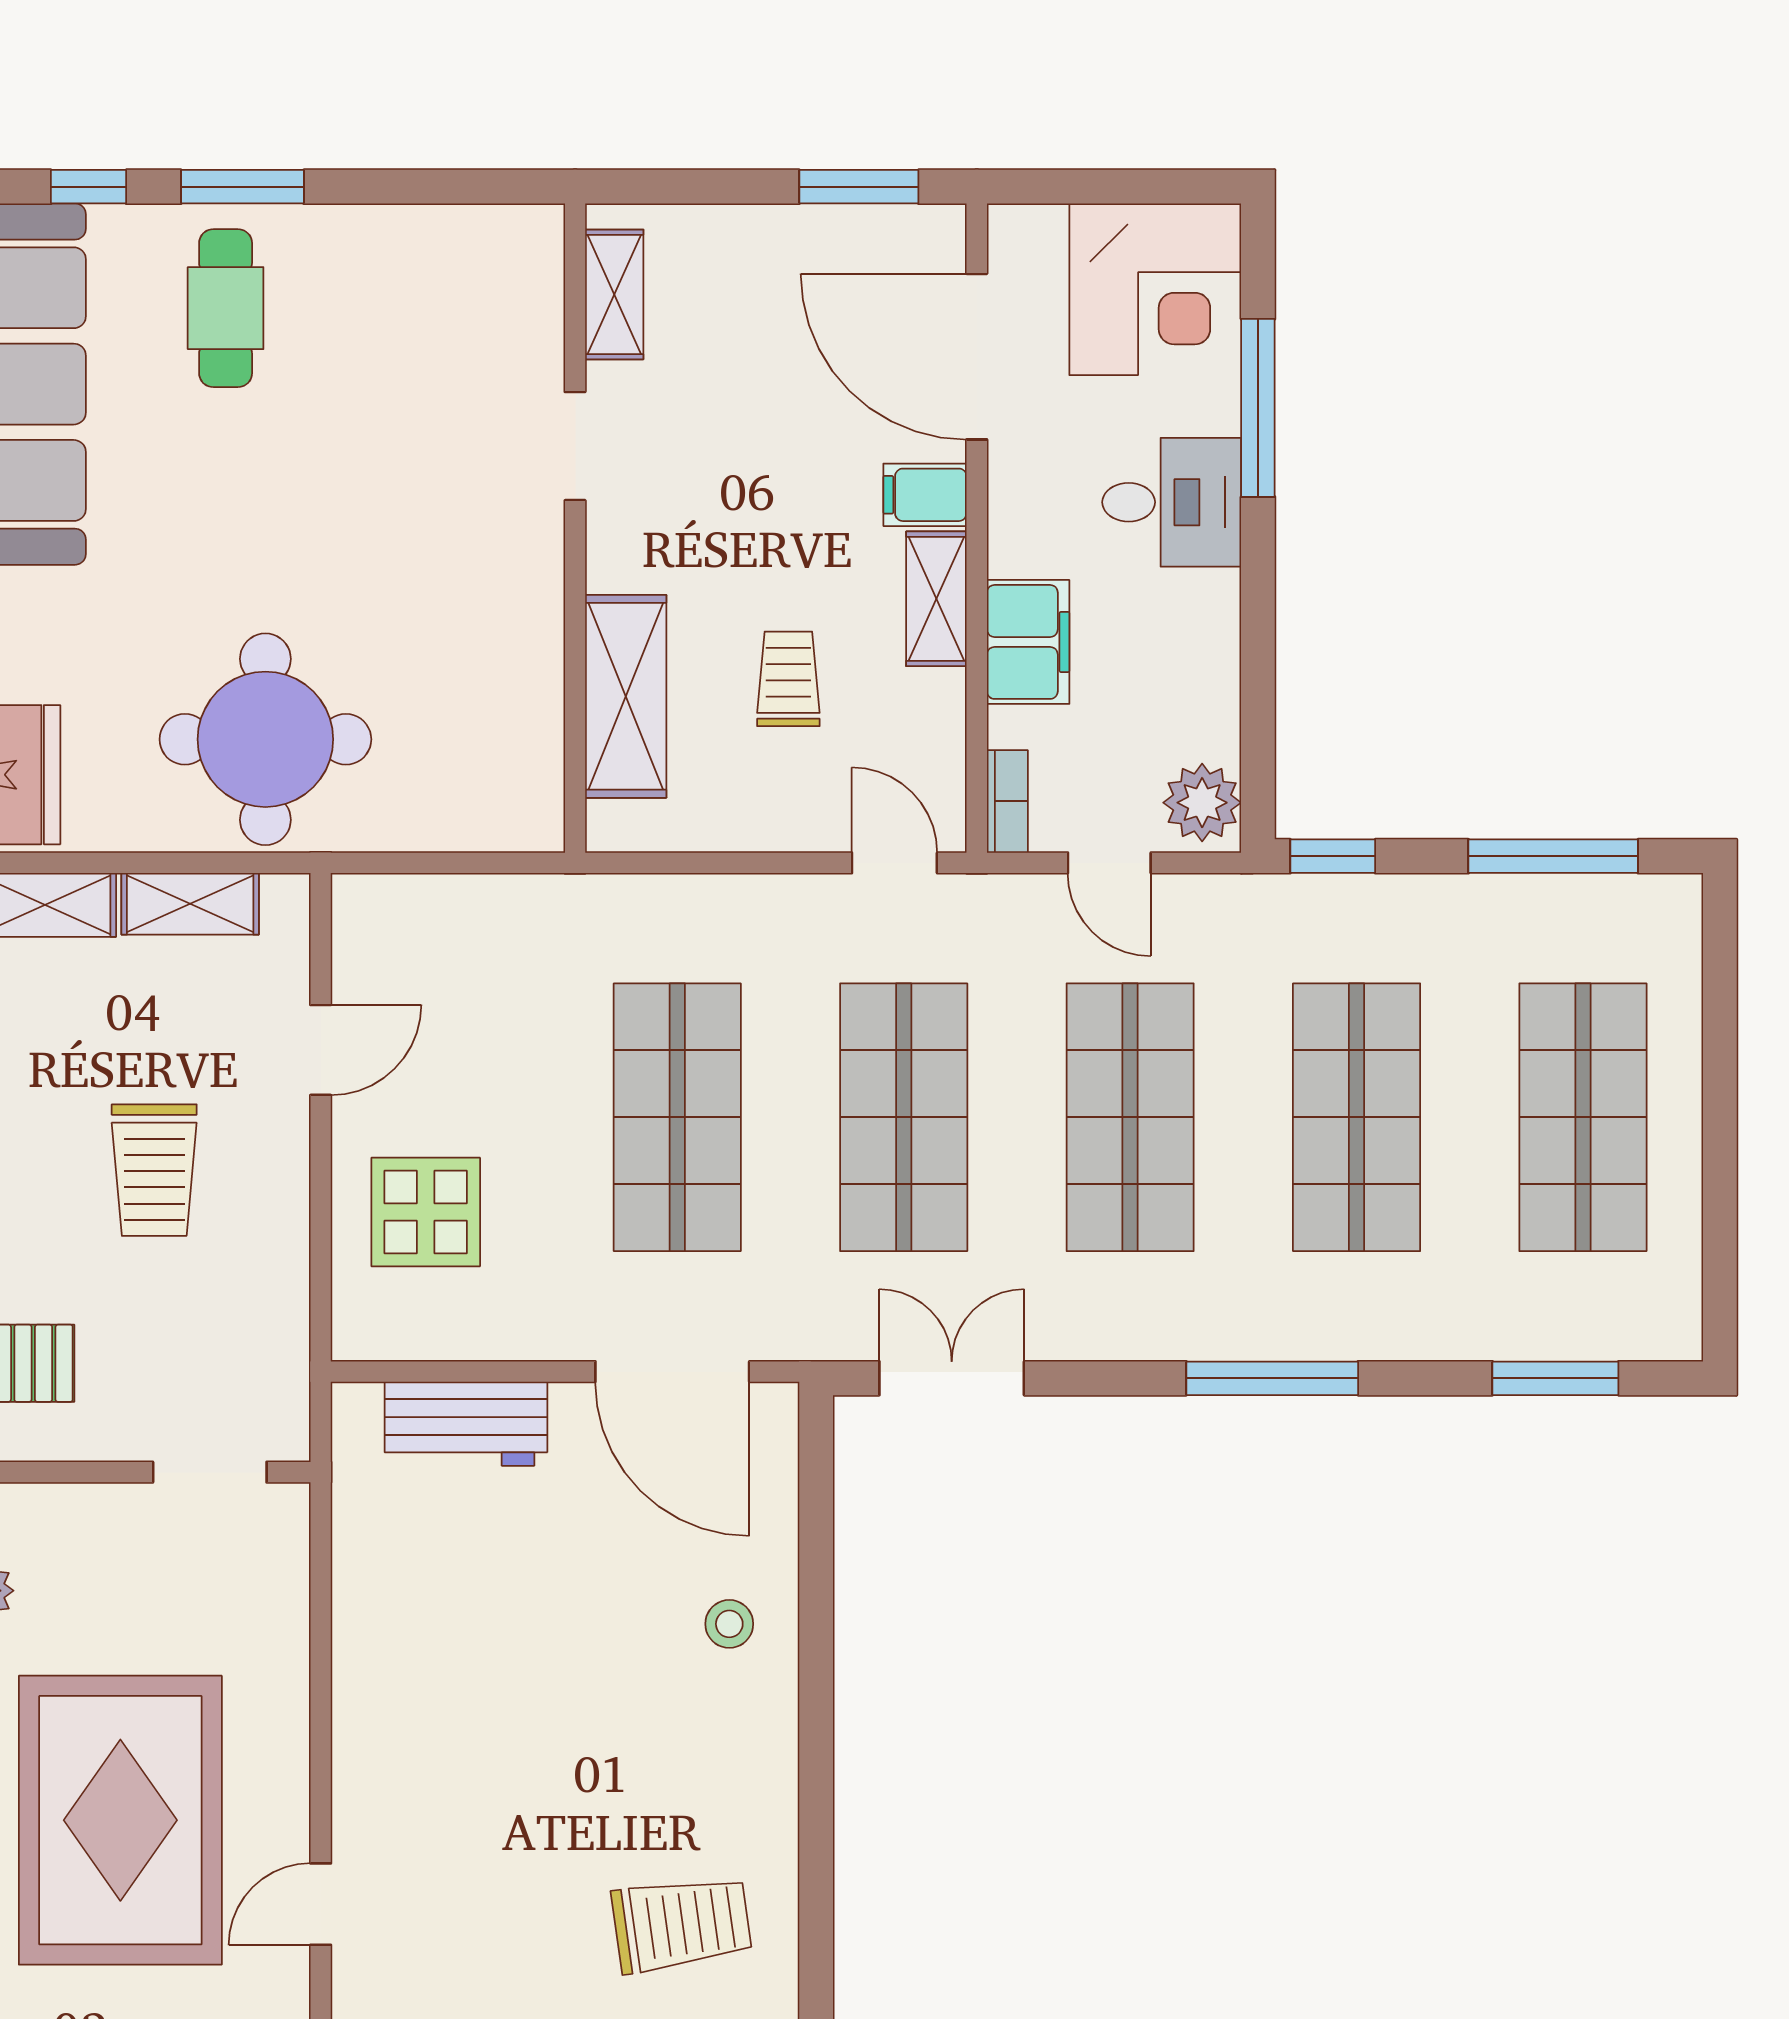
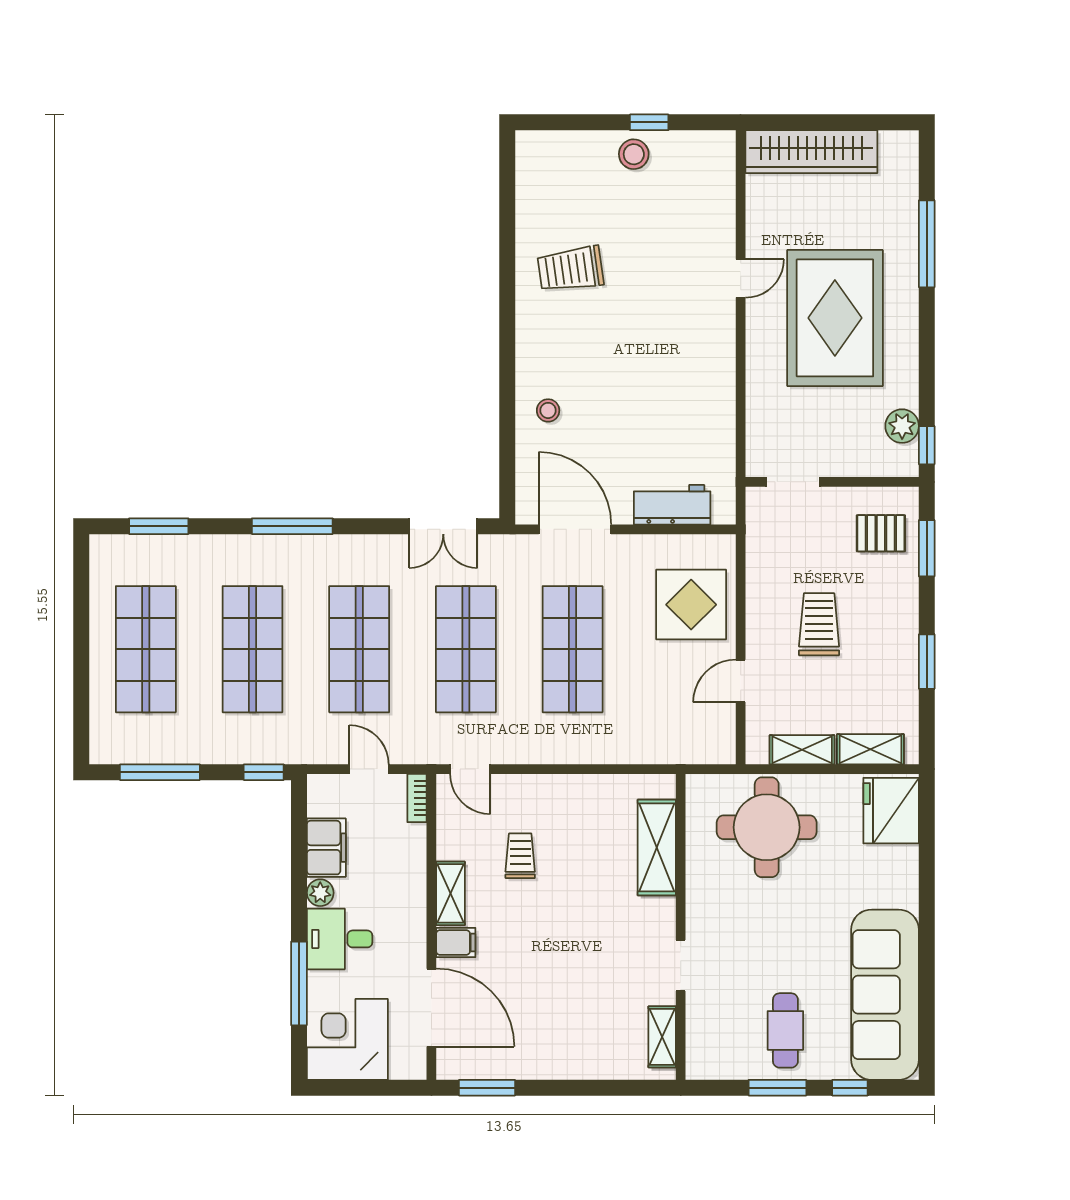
shelving: (614, 294) -> (662, 1037), moved
doorway: (575, 446) -> (681, 965), moved
wall: (575, 528) -> (681, 927), moved
filing cabinet: (1028, 642) -> (326, 848), moved, turned 180
trolley: (788, 679) -> (520, 856), turned 180
shelving: (626, 696) -> (657, 847), moved
plant: (1202, 803) -> (320, 893), moved, width x0.73, depth x0.73
display table: (426, 1212) -> (691, 605), width x1.36, depth x1.36

